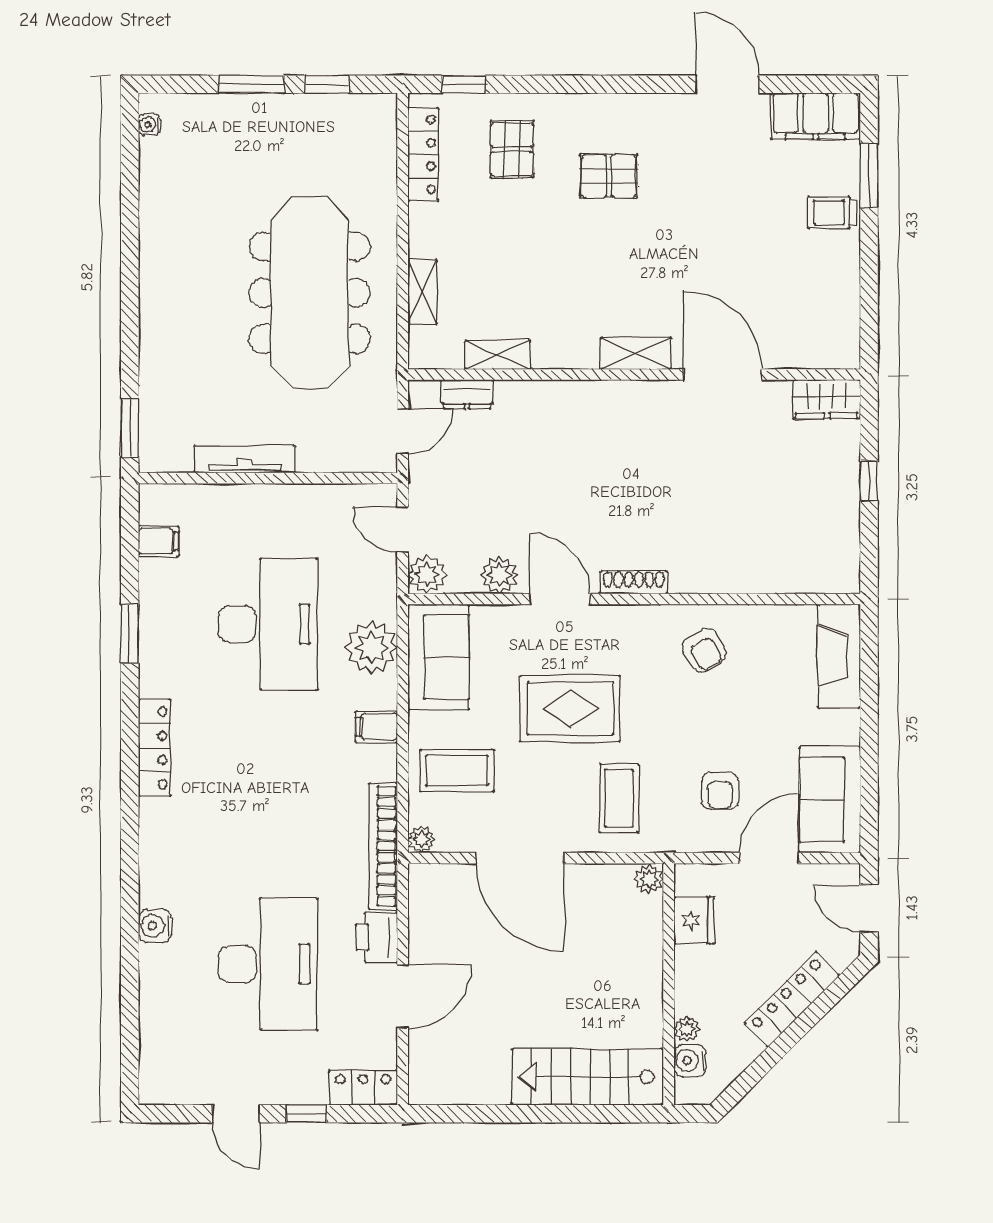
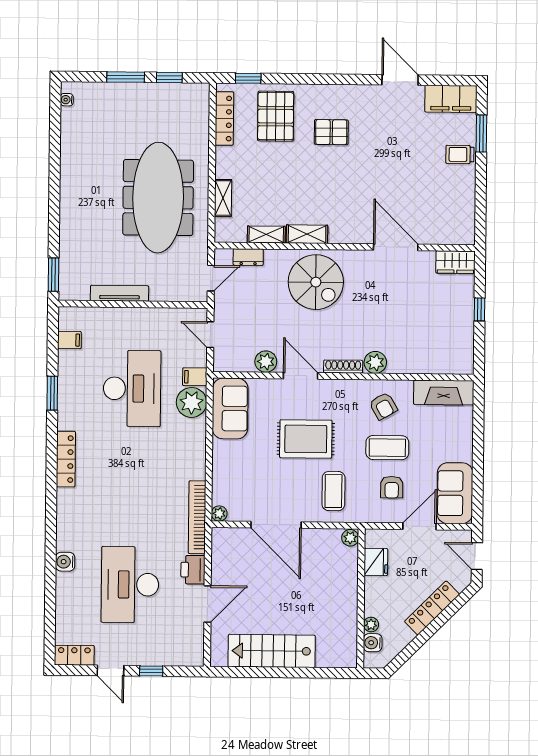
pallet: (512, 149) -> (276, 116), width x1.50, depth x1.42
shelving: (636, 353) -> (307, 234), moved
spiral stairs: (585, 436) -> (316, 282), added
plant: (427, 575) -> (375, 362), moved
fireplace: (839, 656) -> (444, 393), moved, turned -90
filing cabinet: (377, 727) -> (195, 377), moved
coffee table: (457, 770) -> (387, 448), moved
desk: (268, 964) -> (130, 585), turned 180
stairs: (587, 1077) -> (272, 651), moved
locker: (363, 1088) -> (74, 655), moved

